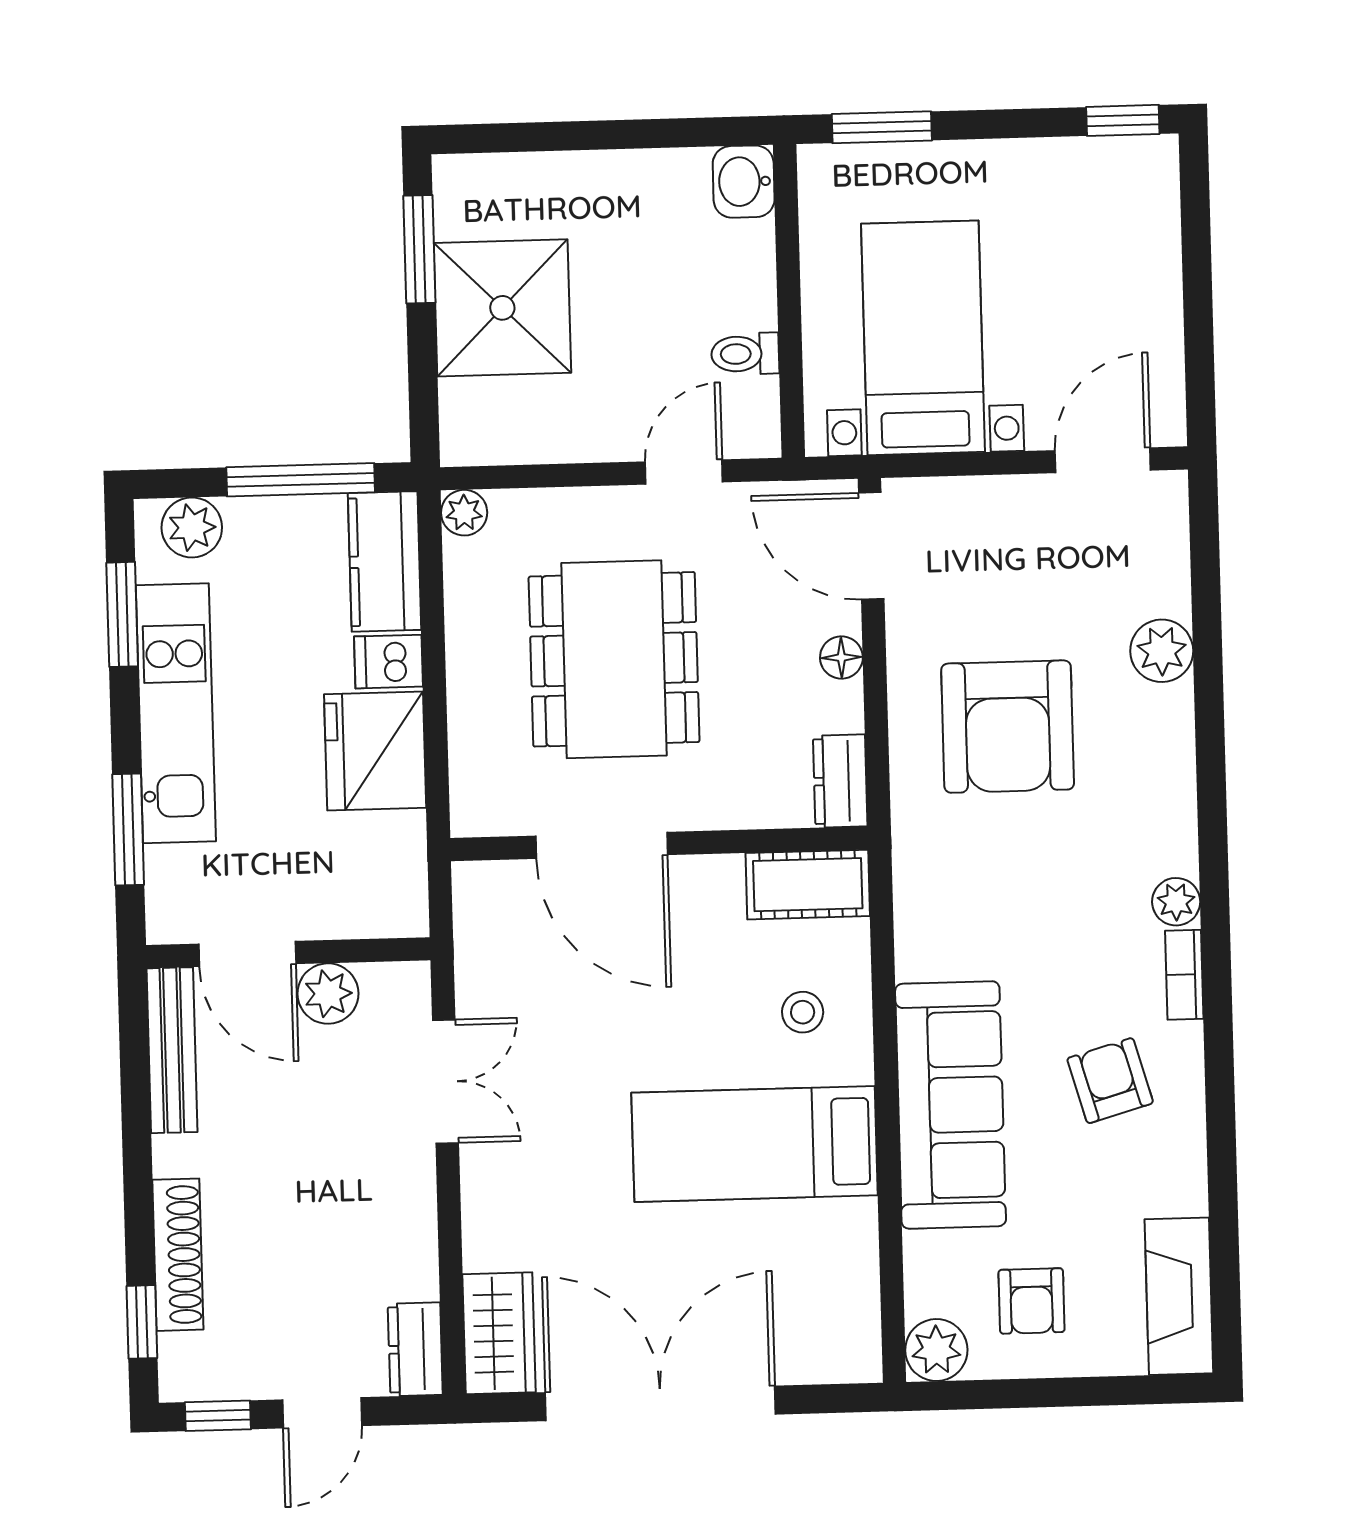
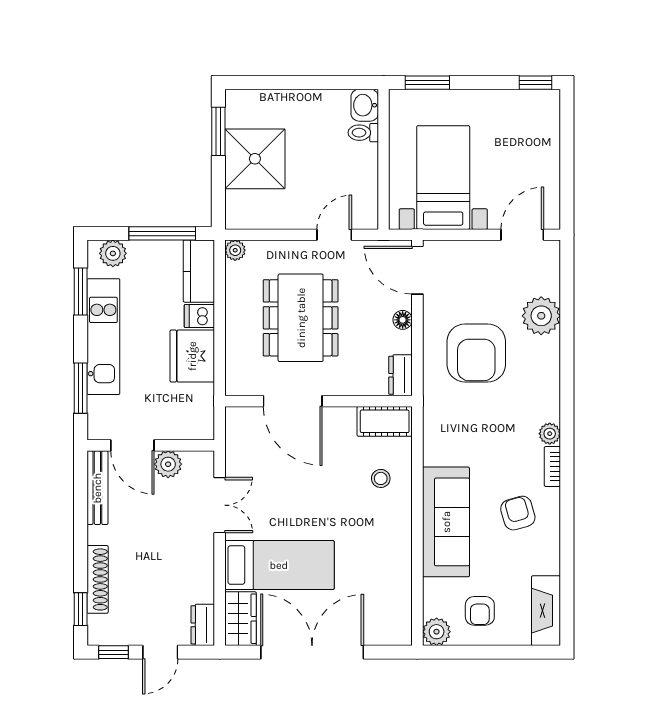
toilet: (745, 354) -> (363, 133), moved
plant: (1162, 651) -> (541, 316), width x1.36, depth x1.36
bed: (755, 1144) -> (279, 565), moved, turned 180

